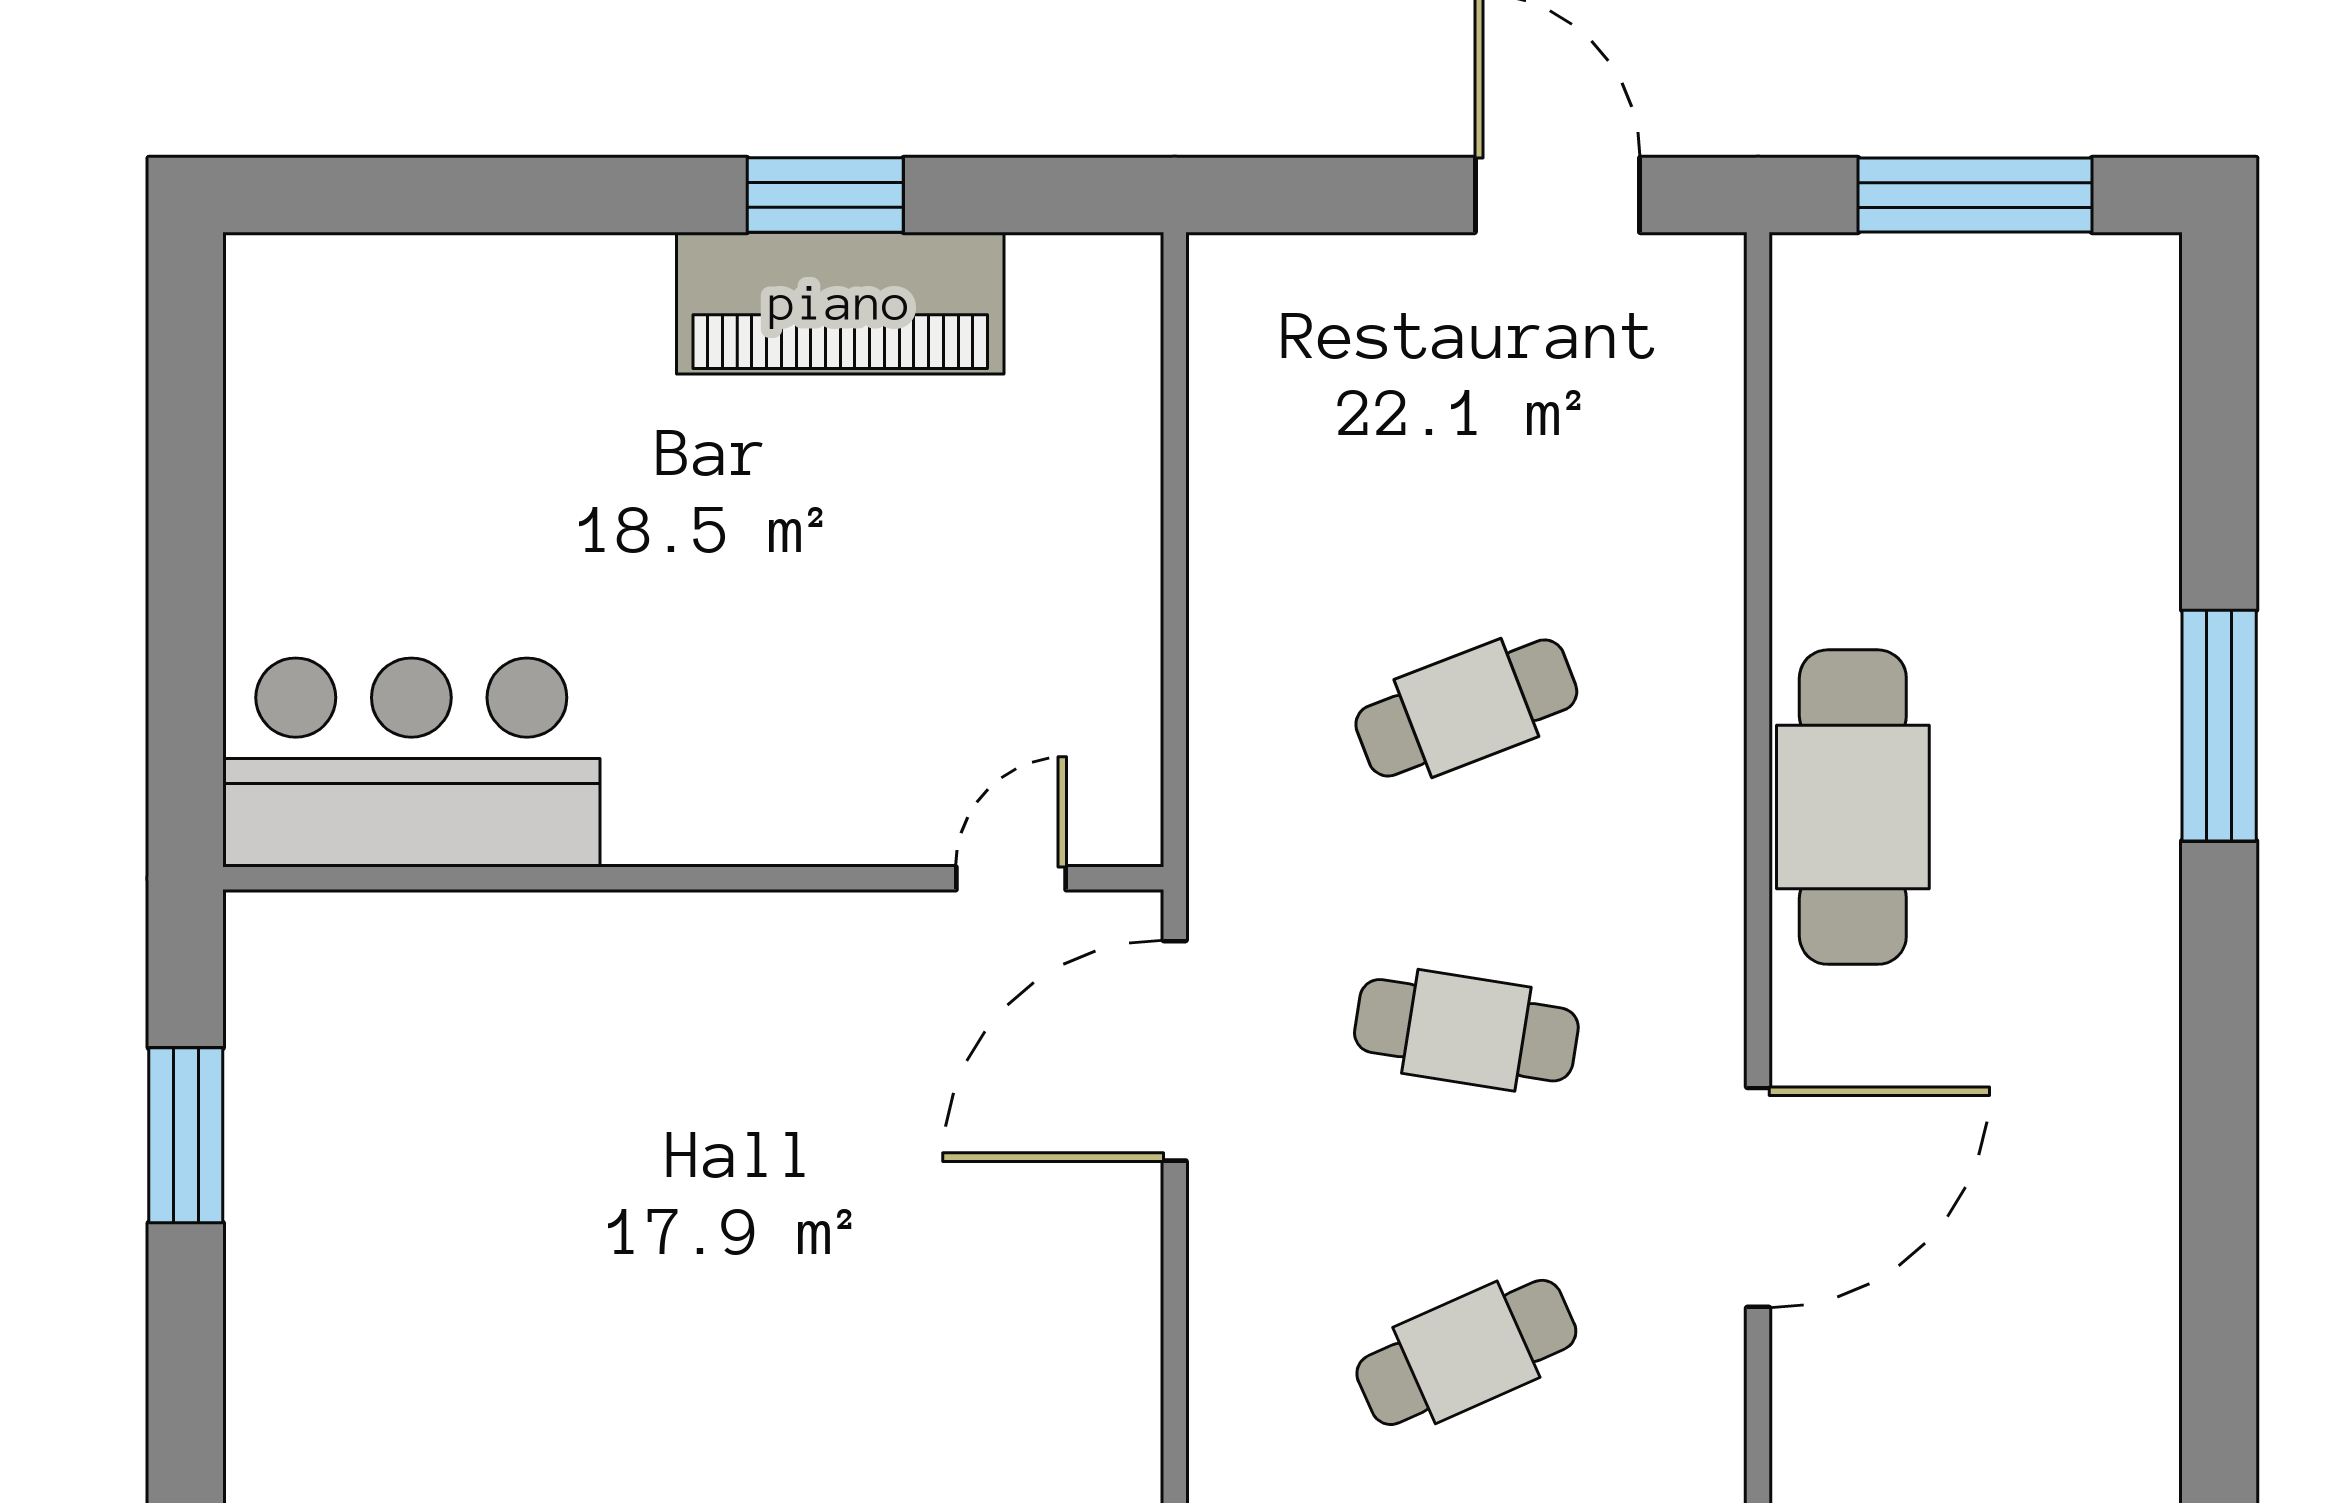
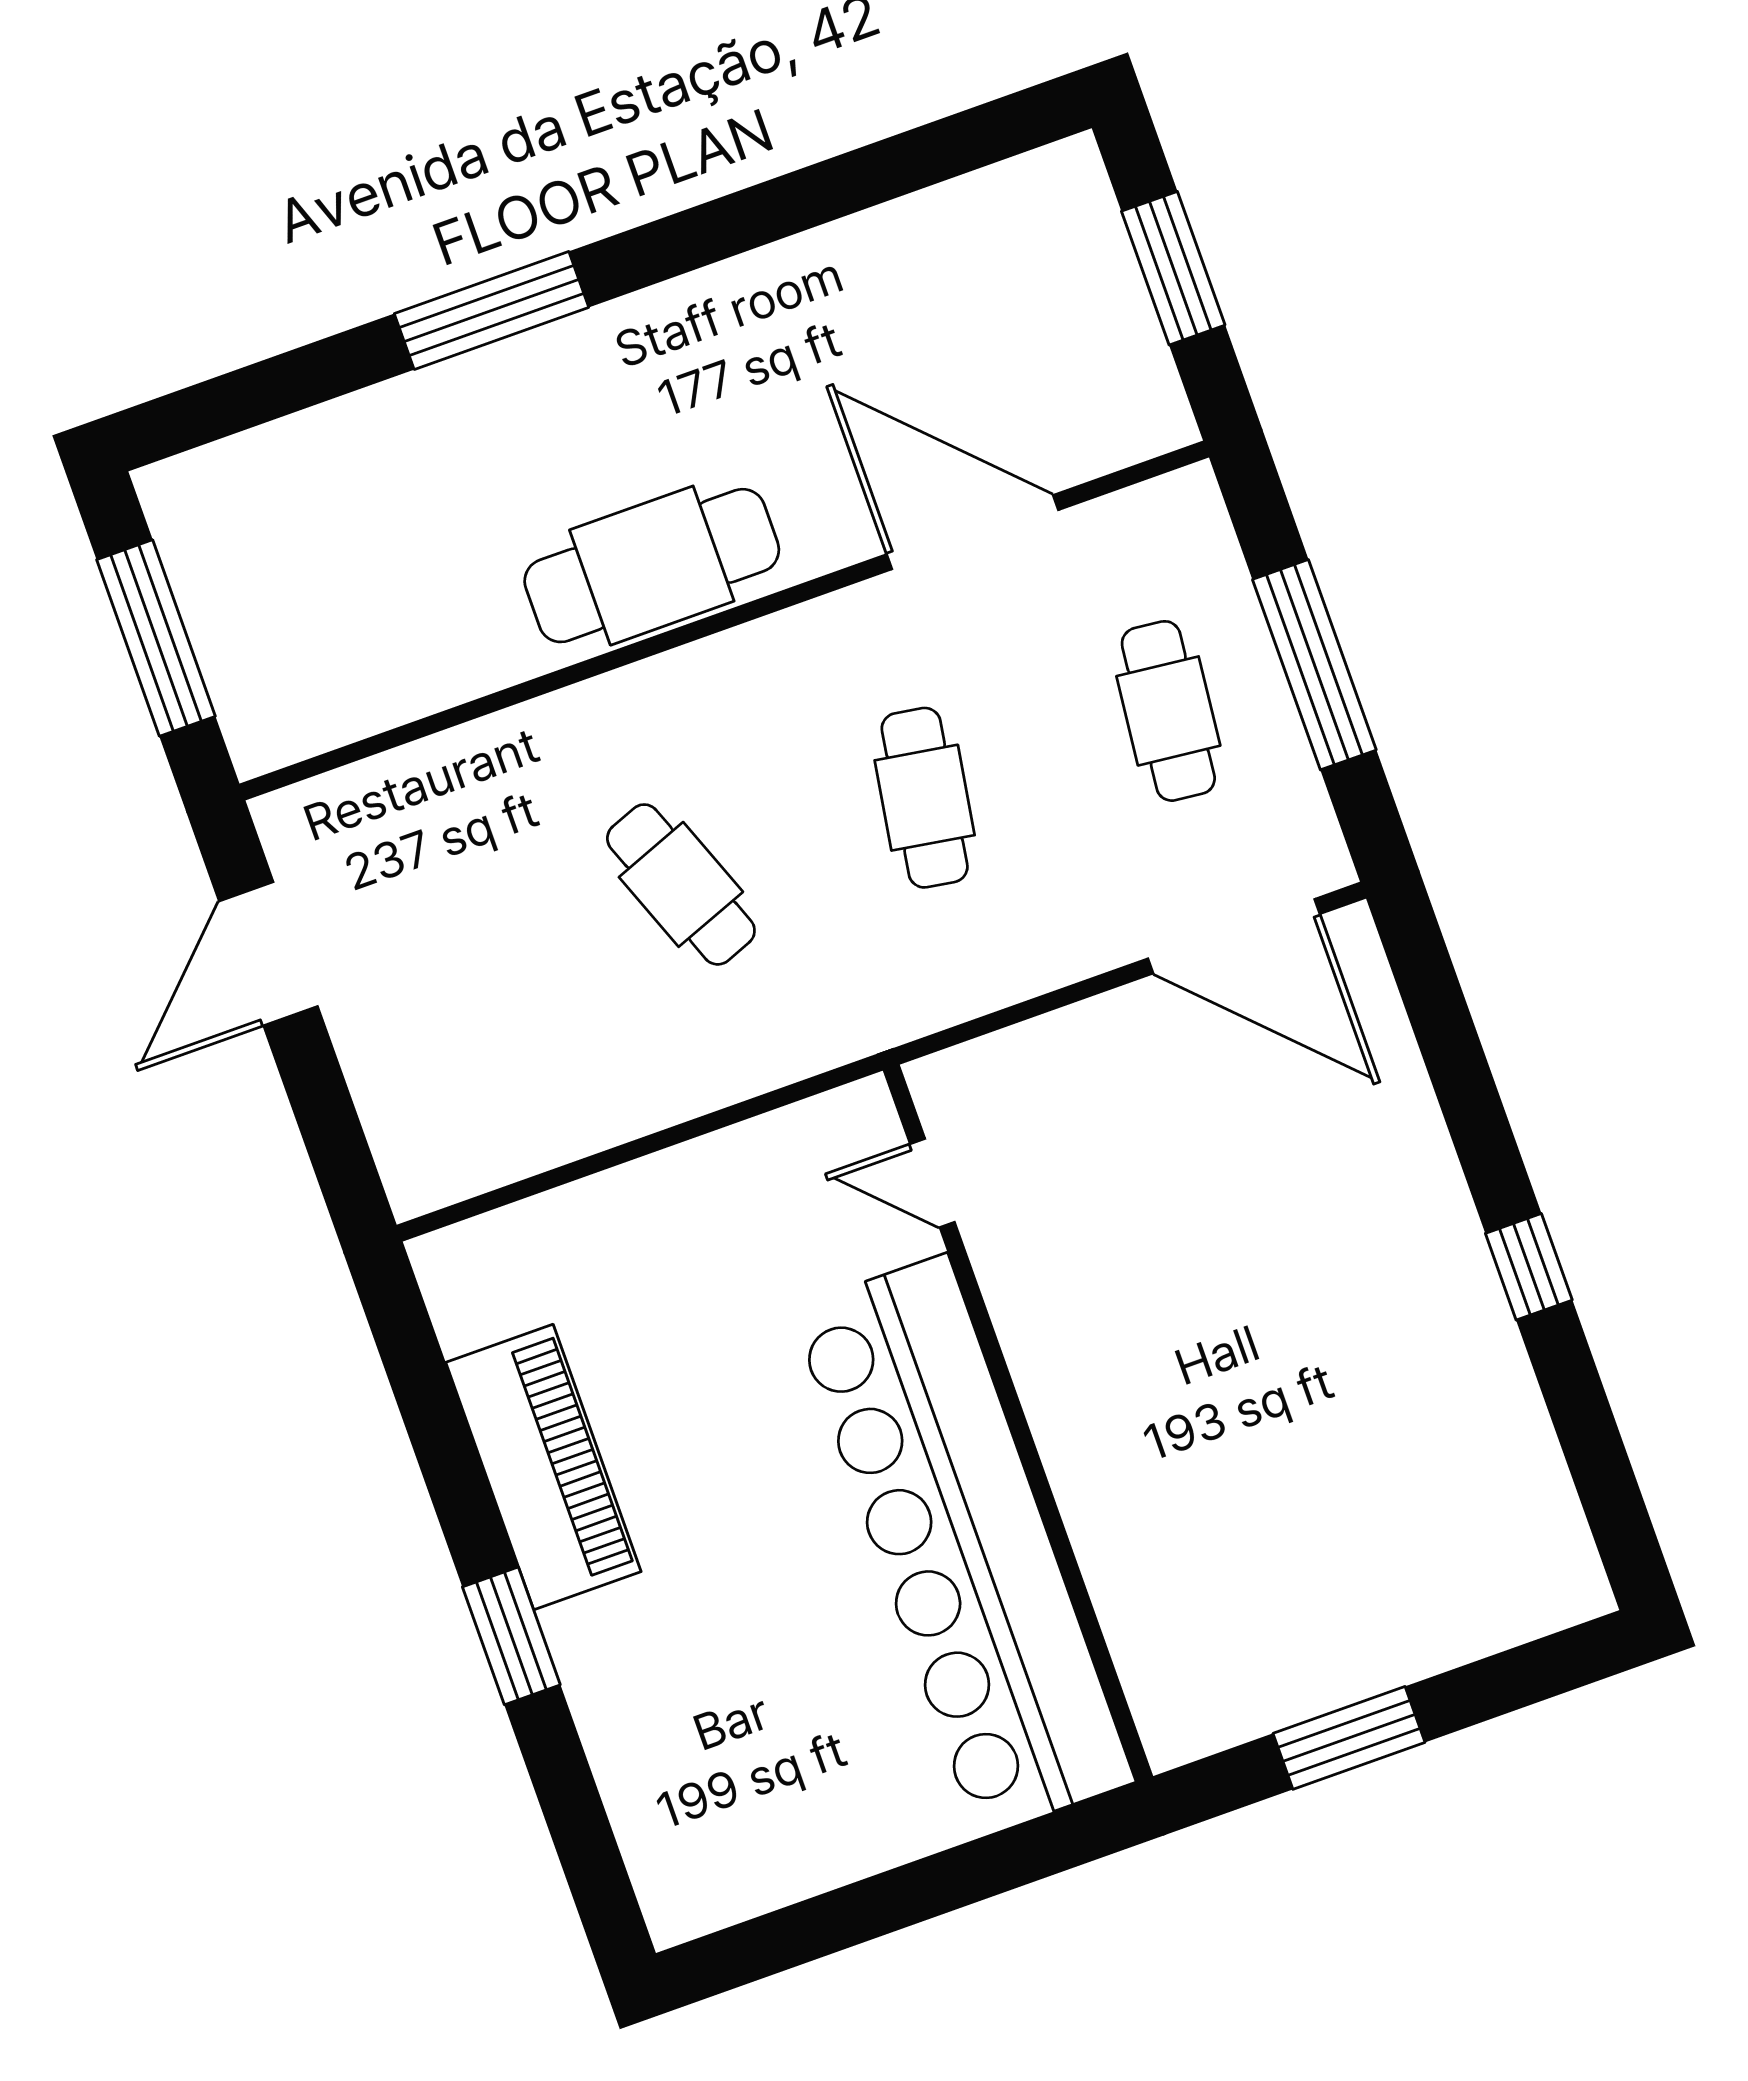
window: (825, 195) -> (511, 1636), moved
bar counter: (411, 763) -> (963, 1545), width x1.86
door: (1175, 1051) -> (1234, 936), moved
cafe table: (1466, 1352) -> (1168, 711), turned 30

